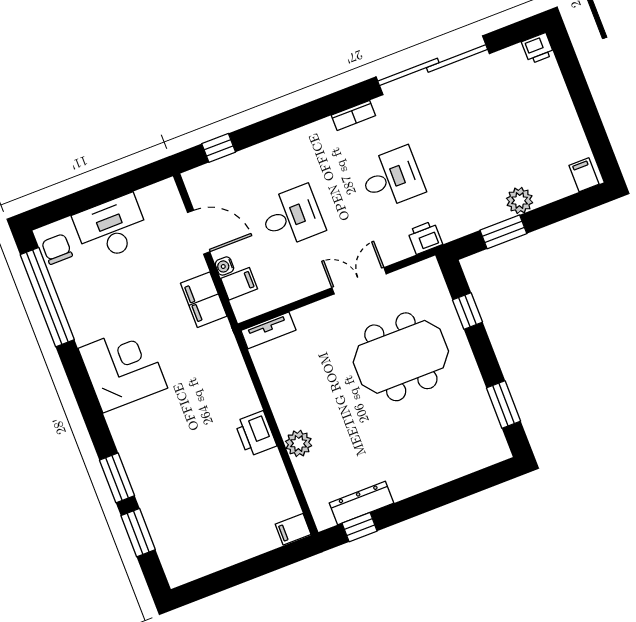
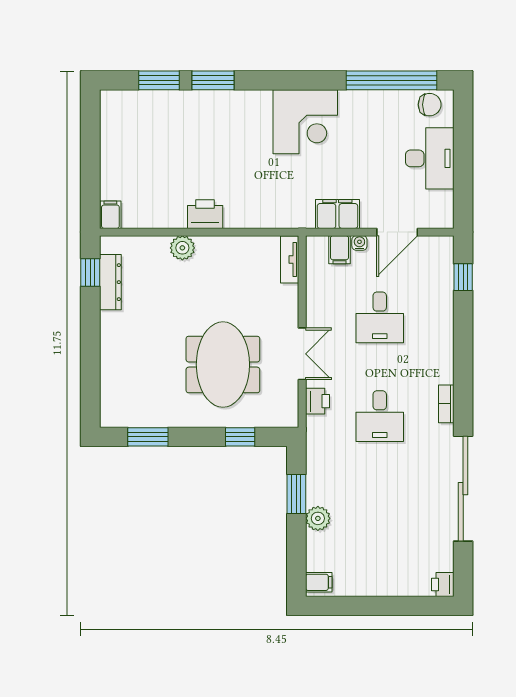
printer: (425, 238) -> (317, 401), moved

